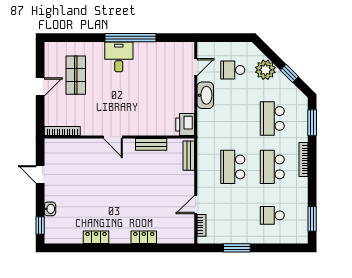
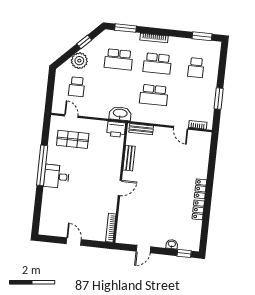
shop shelf: (76, 75) -> (73, 139), moved
washbasin: (205, 95) -> (120, 114), moved
locker: (144, 237) -> (201, 189), moved

